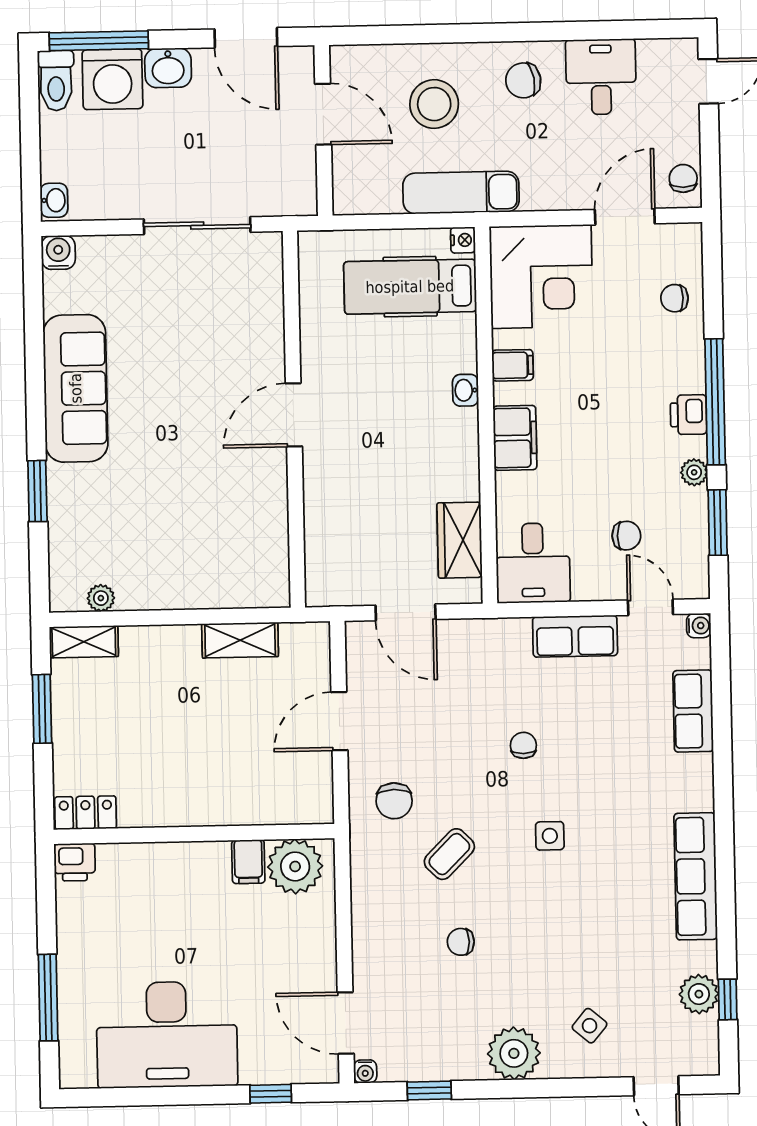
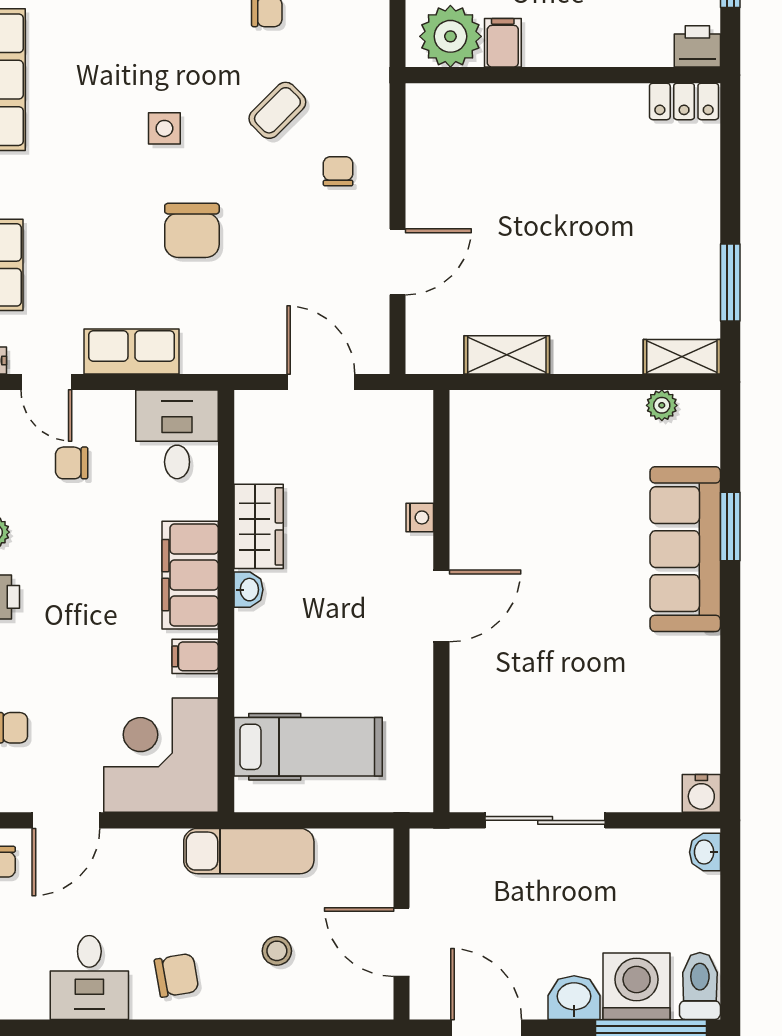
stool: (434, 104) -> (277, 951), width x0.53, depth x0.53
nightstand: (463, 240) -> (420, 517), moved, turned 180
sofa: (76, 388) -> (685, 549), moved
washbasin: (465, 390) -> (249, 590), moved
filing cabinet: (515, 438) -> (190, 575), width x1.50, depth x1.17
wardrobe: (460, 540) -> (259, 526), moved
chair: (523, 745) -> (192, 230), width x1.87, depth x1.87
chair: (394, 801) -> (338, 171), width x0.73, depth x0.73
locker: (85, 813) -> (684, 101), moved
wall: (194, 834) -> (563, 75), moved
printer: (75, 862) -> (697, 46), moved
filing cabinet: (248, 862) -> (503, 43), moved
plant: (295, 866) -> (450, 36), moved

